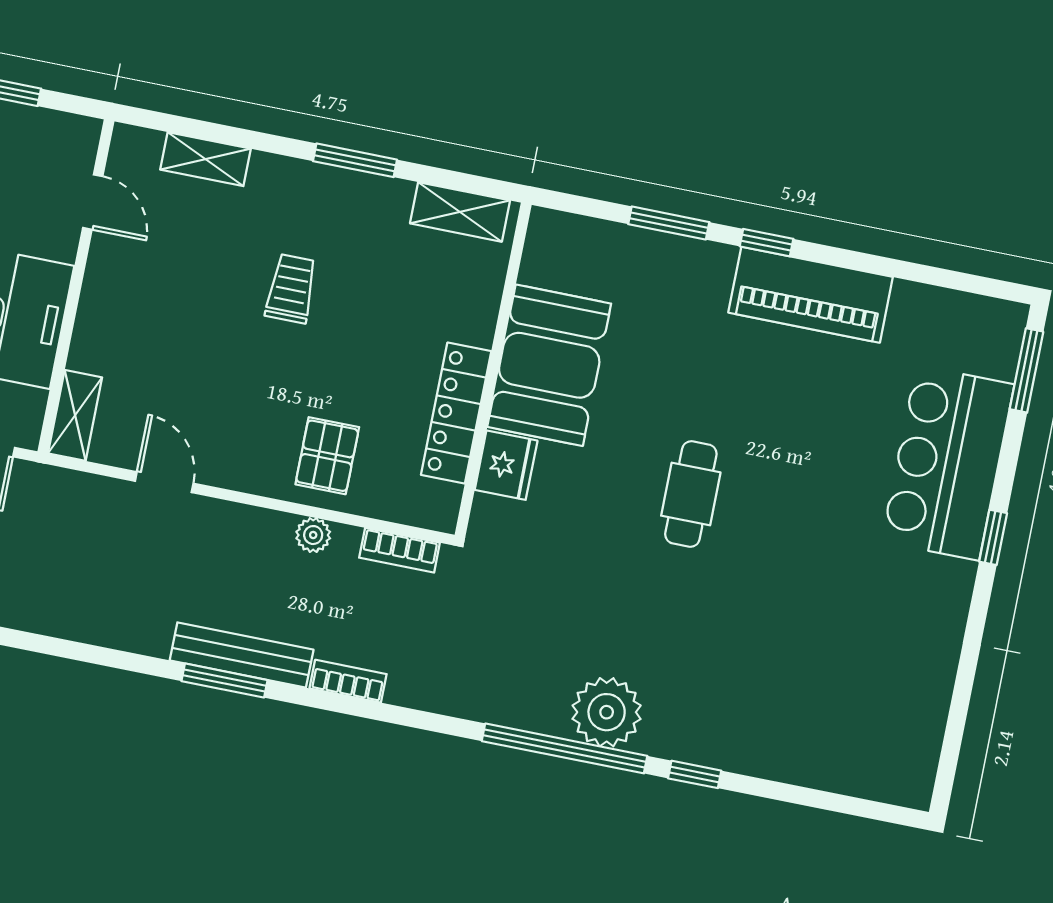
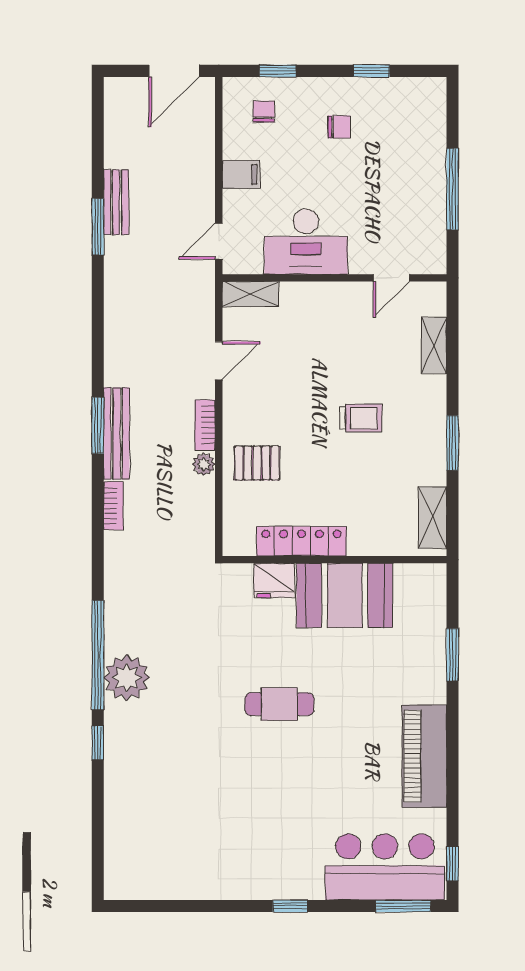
window: (767, 243) -> (452, 864), moved
bar counter: (948, 463) -> (385, 867), moved
bookcase: (400, 550) -> (205, 425), moved

